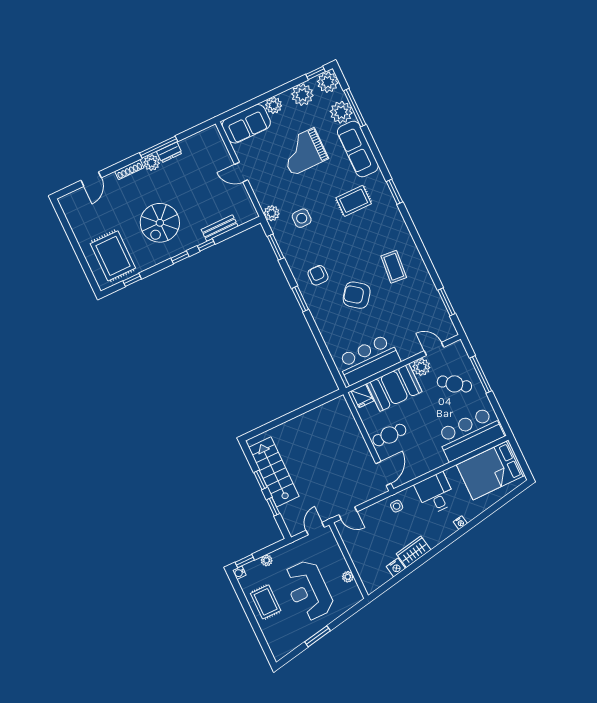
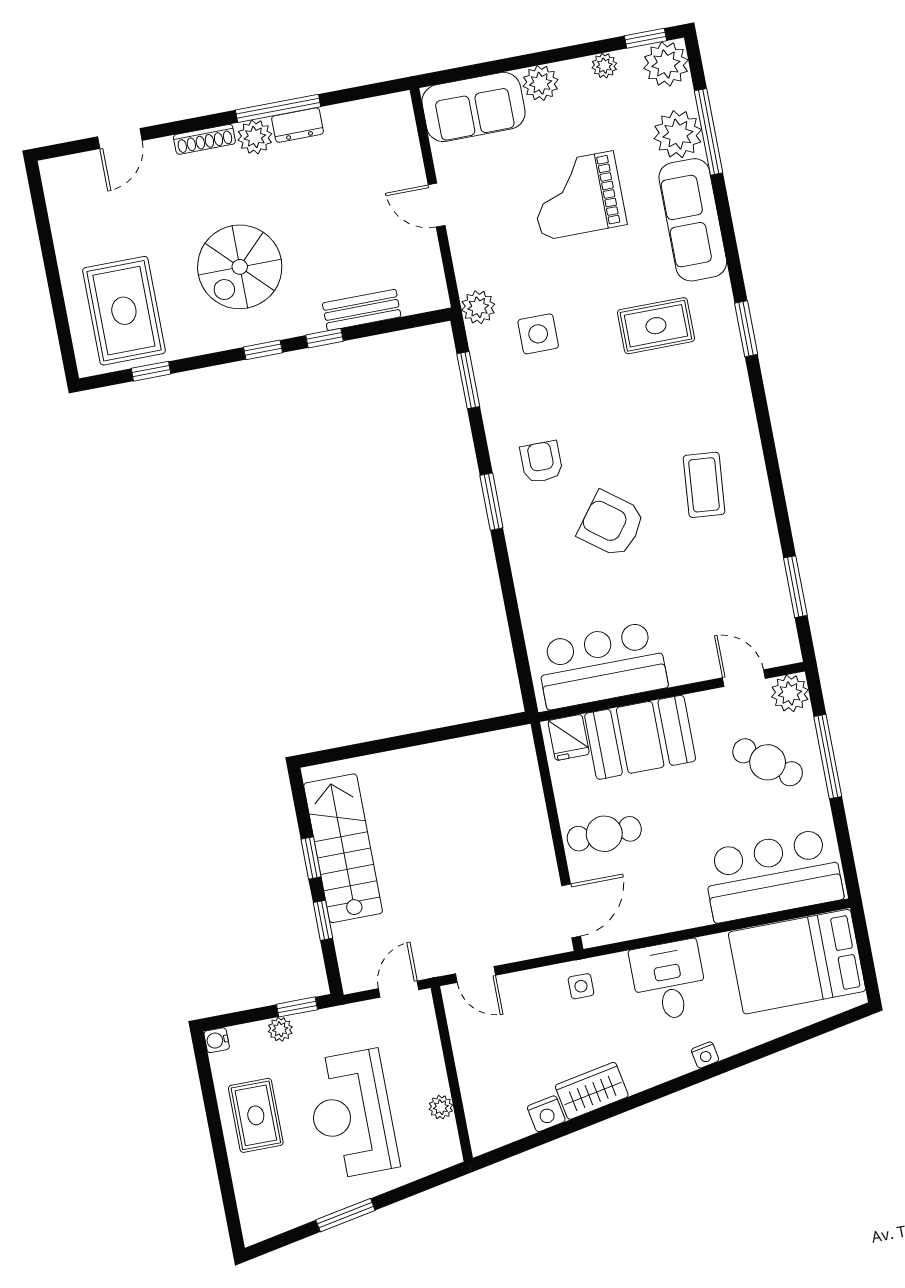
plant: (302, 95) -> (604, 66), width x0.53, depth x0.53
plant: (421, 367) -> (790, 693), moved
window: (245, 561) -> (297, 1007), moved

